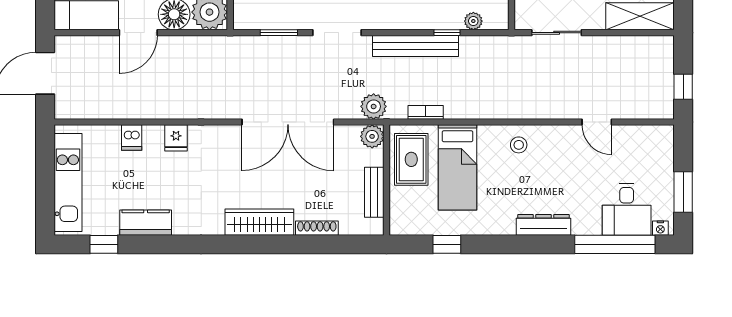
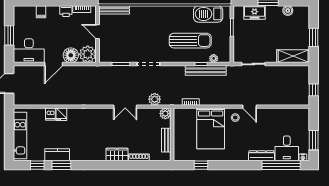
bench: (416, 46) -> (206, 70), moved
plant: (374, 106) -> (155, 99), moved
double door: (288, 122) -> (125, 107), width x0.54
door: (597, 122) -> (249, 107), moved
fridge: (176, 138) -> (61, 114), moved
rug: (411, 159) -> (184, 125), removed
bed: (457, 167) -> (211, 128), width x1.50
wardrobe: (259, 222) -> (117, 154), width x0.67
dresser: (544, 225) -> (261, 156), moved
window: (154, 244) -> (61, 165), added

